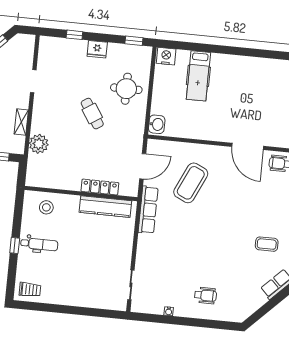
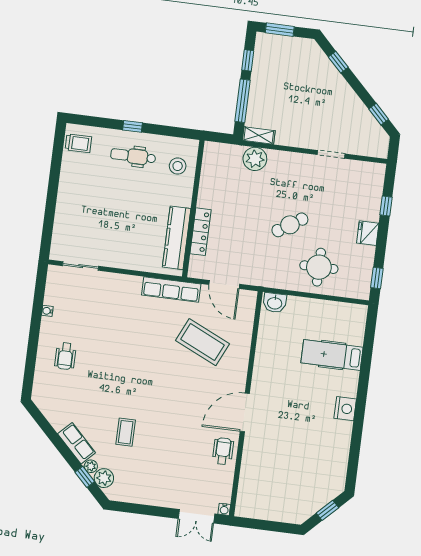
nightstand: (166, 56) -> (345, 409), moved
shelving: (21, 122) -> (259, 136), moved
dental chair: (39, 244) -> (133, 156), turned 90
trolley: (30, 290) -> (78, 143), turned -90

